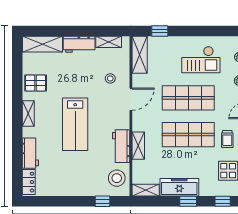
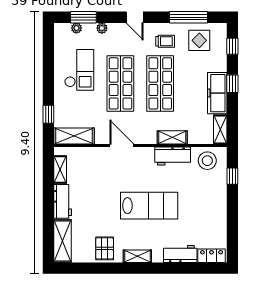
stool: (110, 78) -> (100, 168), removed

